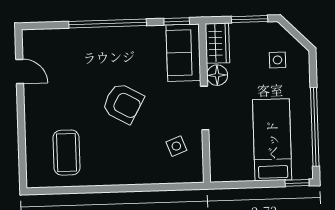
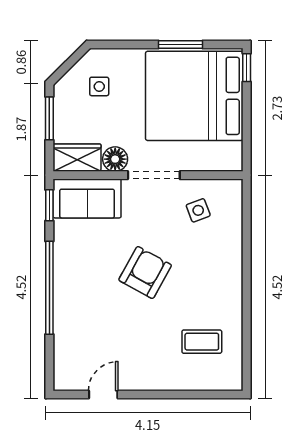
window: (315, 127) -> (180, 44), width x0.47
bed: (272, 140) -> (194, 96), width x2.04
coffee table: (66, 153) -> (202, 342), width x0.73, depth x0.77

